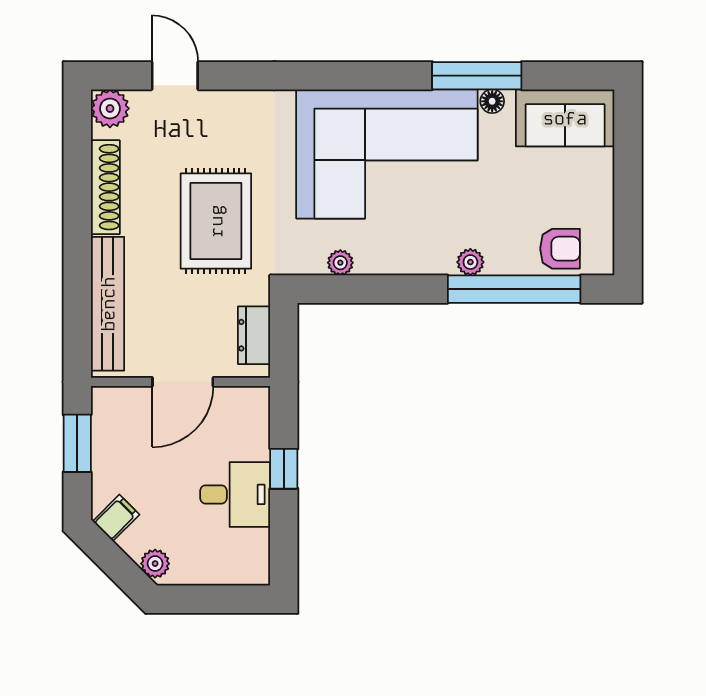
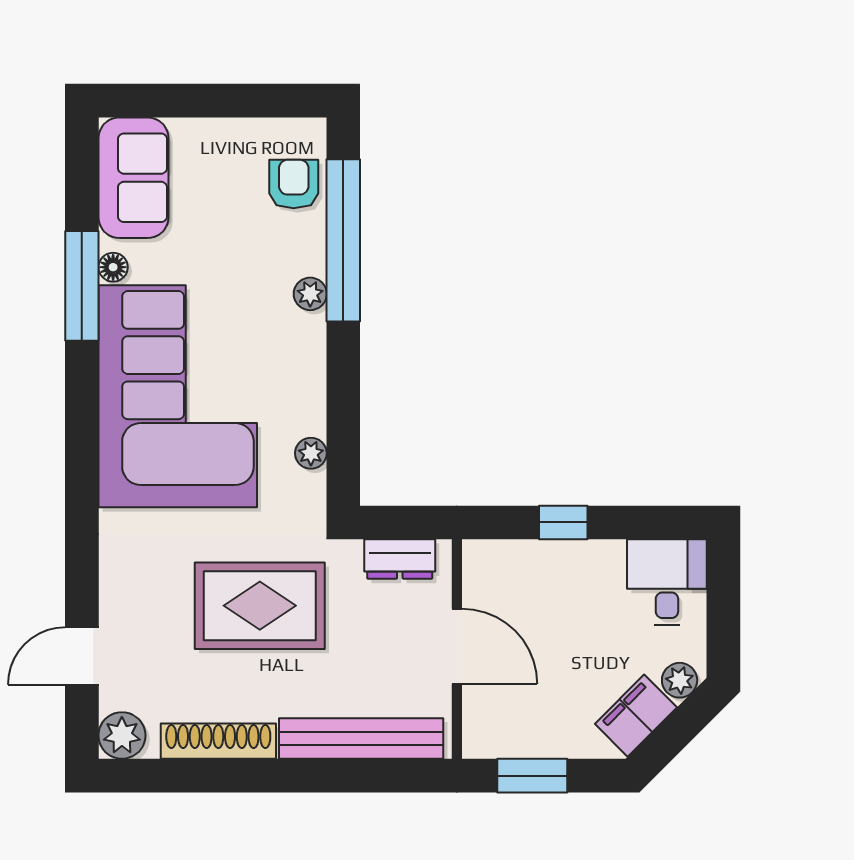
desk: (235, 494) -> (667, 582), moved
filing cabinet: (116, 518) -> (636, 716), width x2.00

